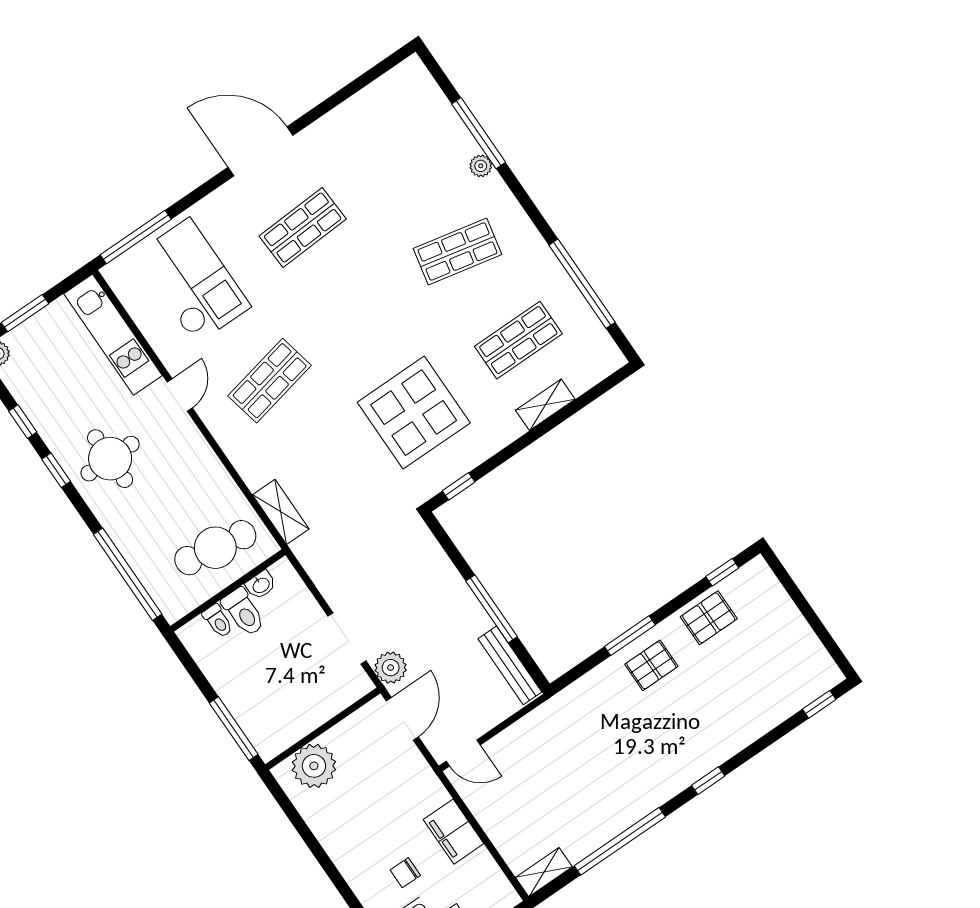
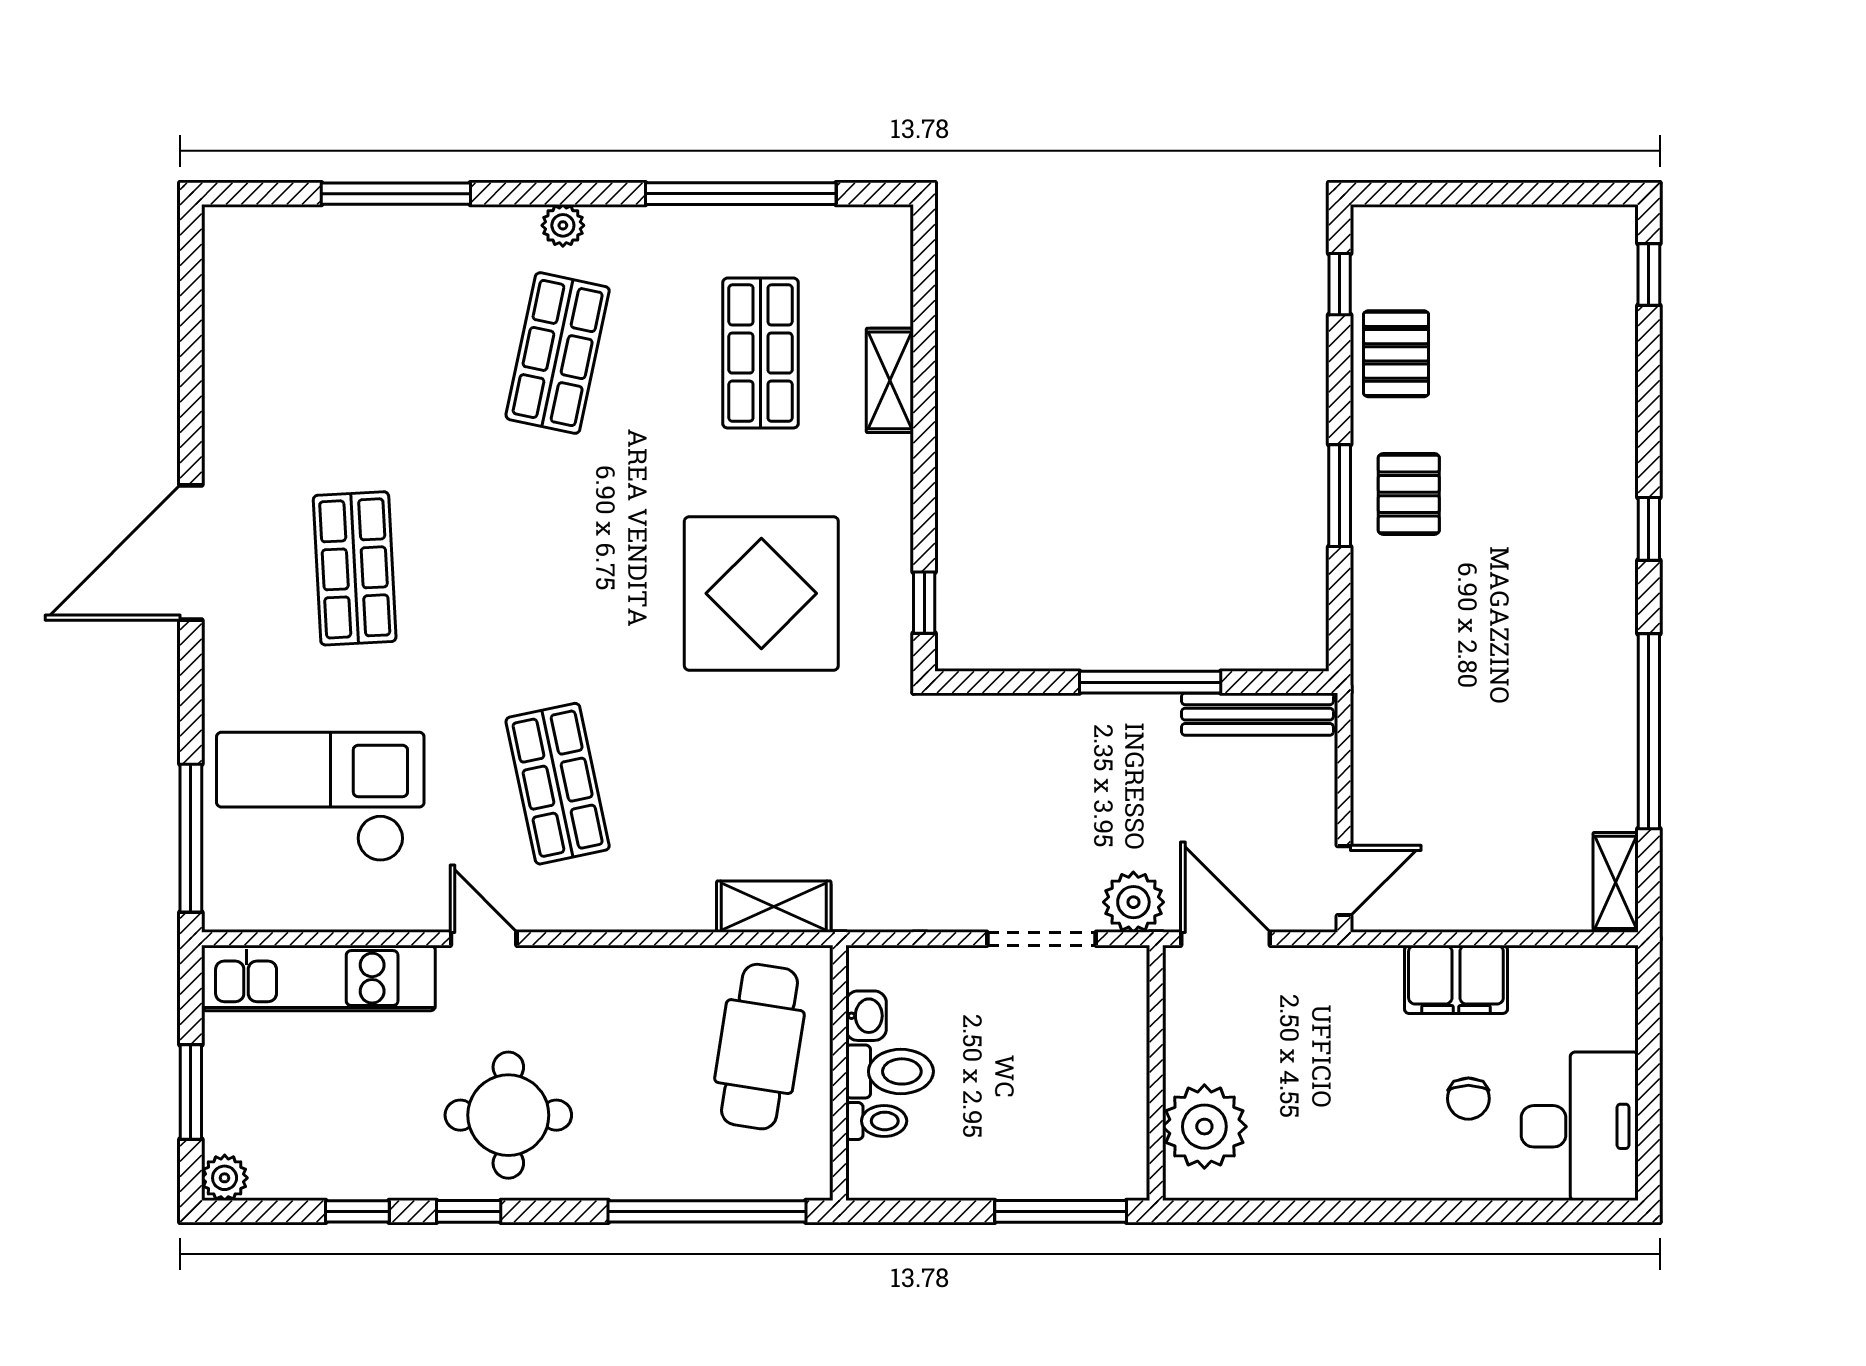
plant: (481, 166) -> (563, 225), moved

